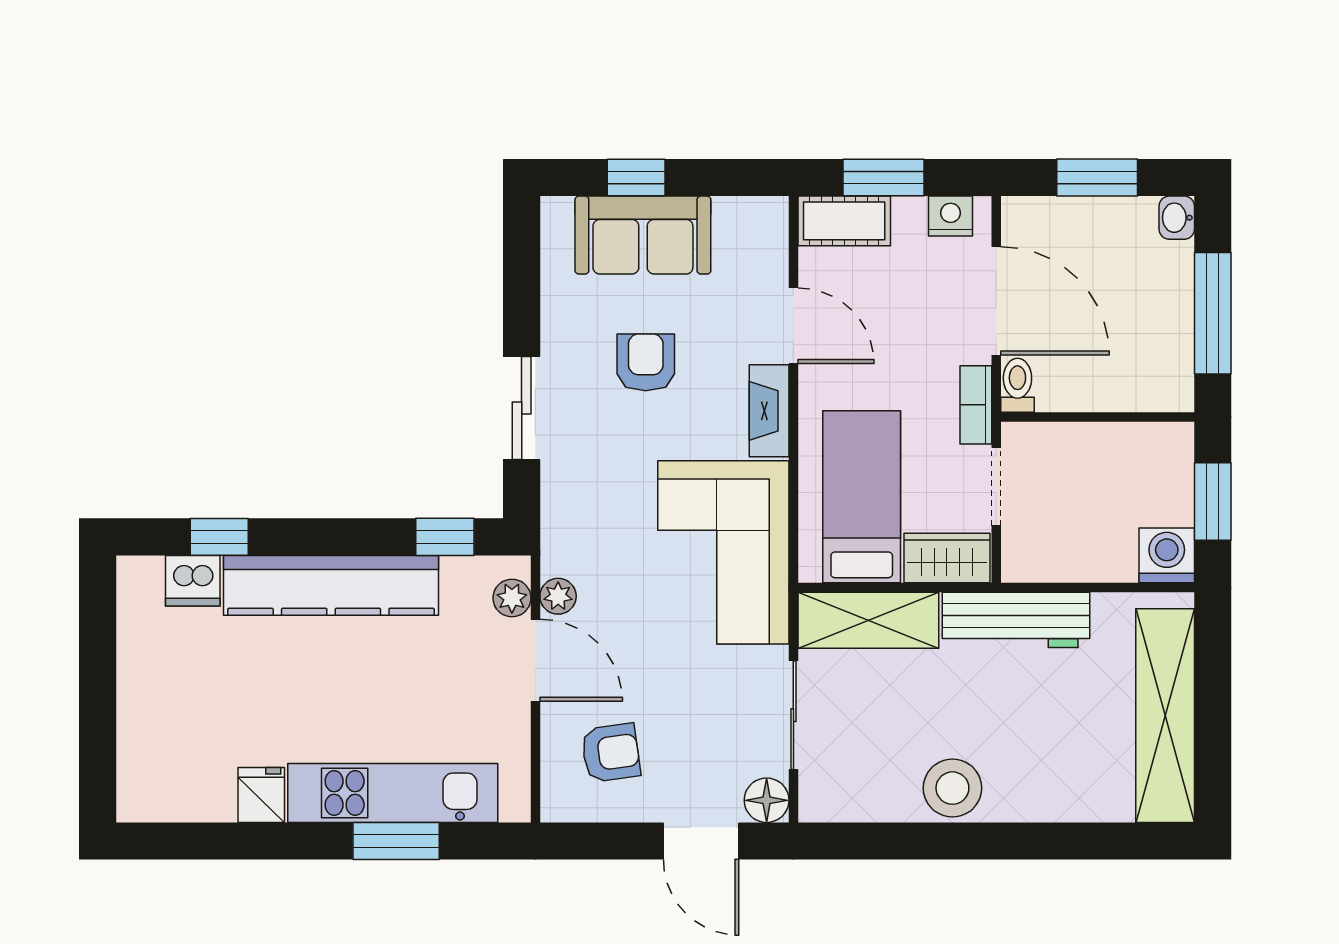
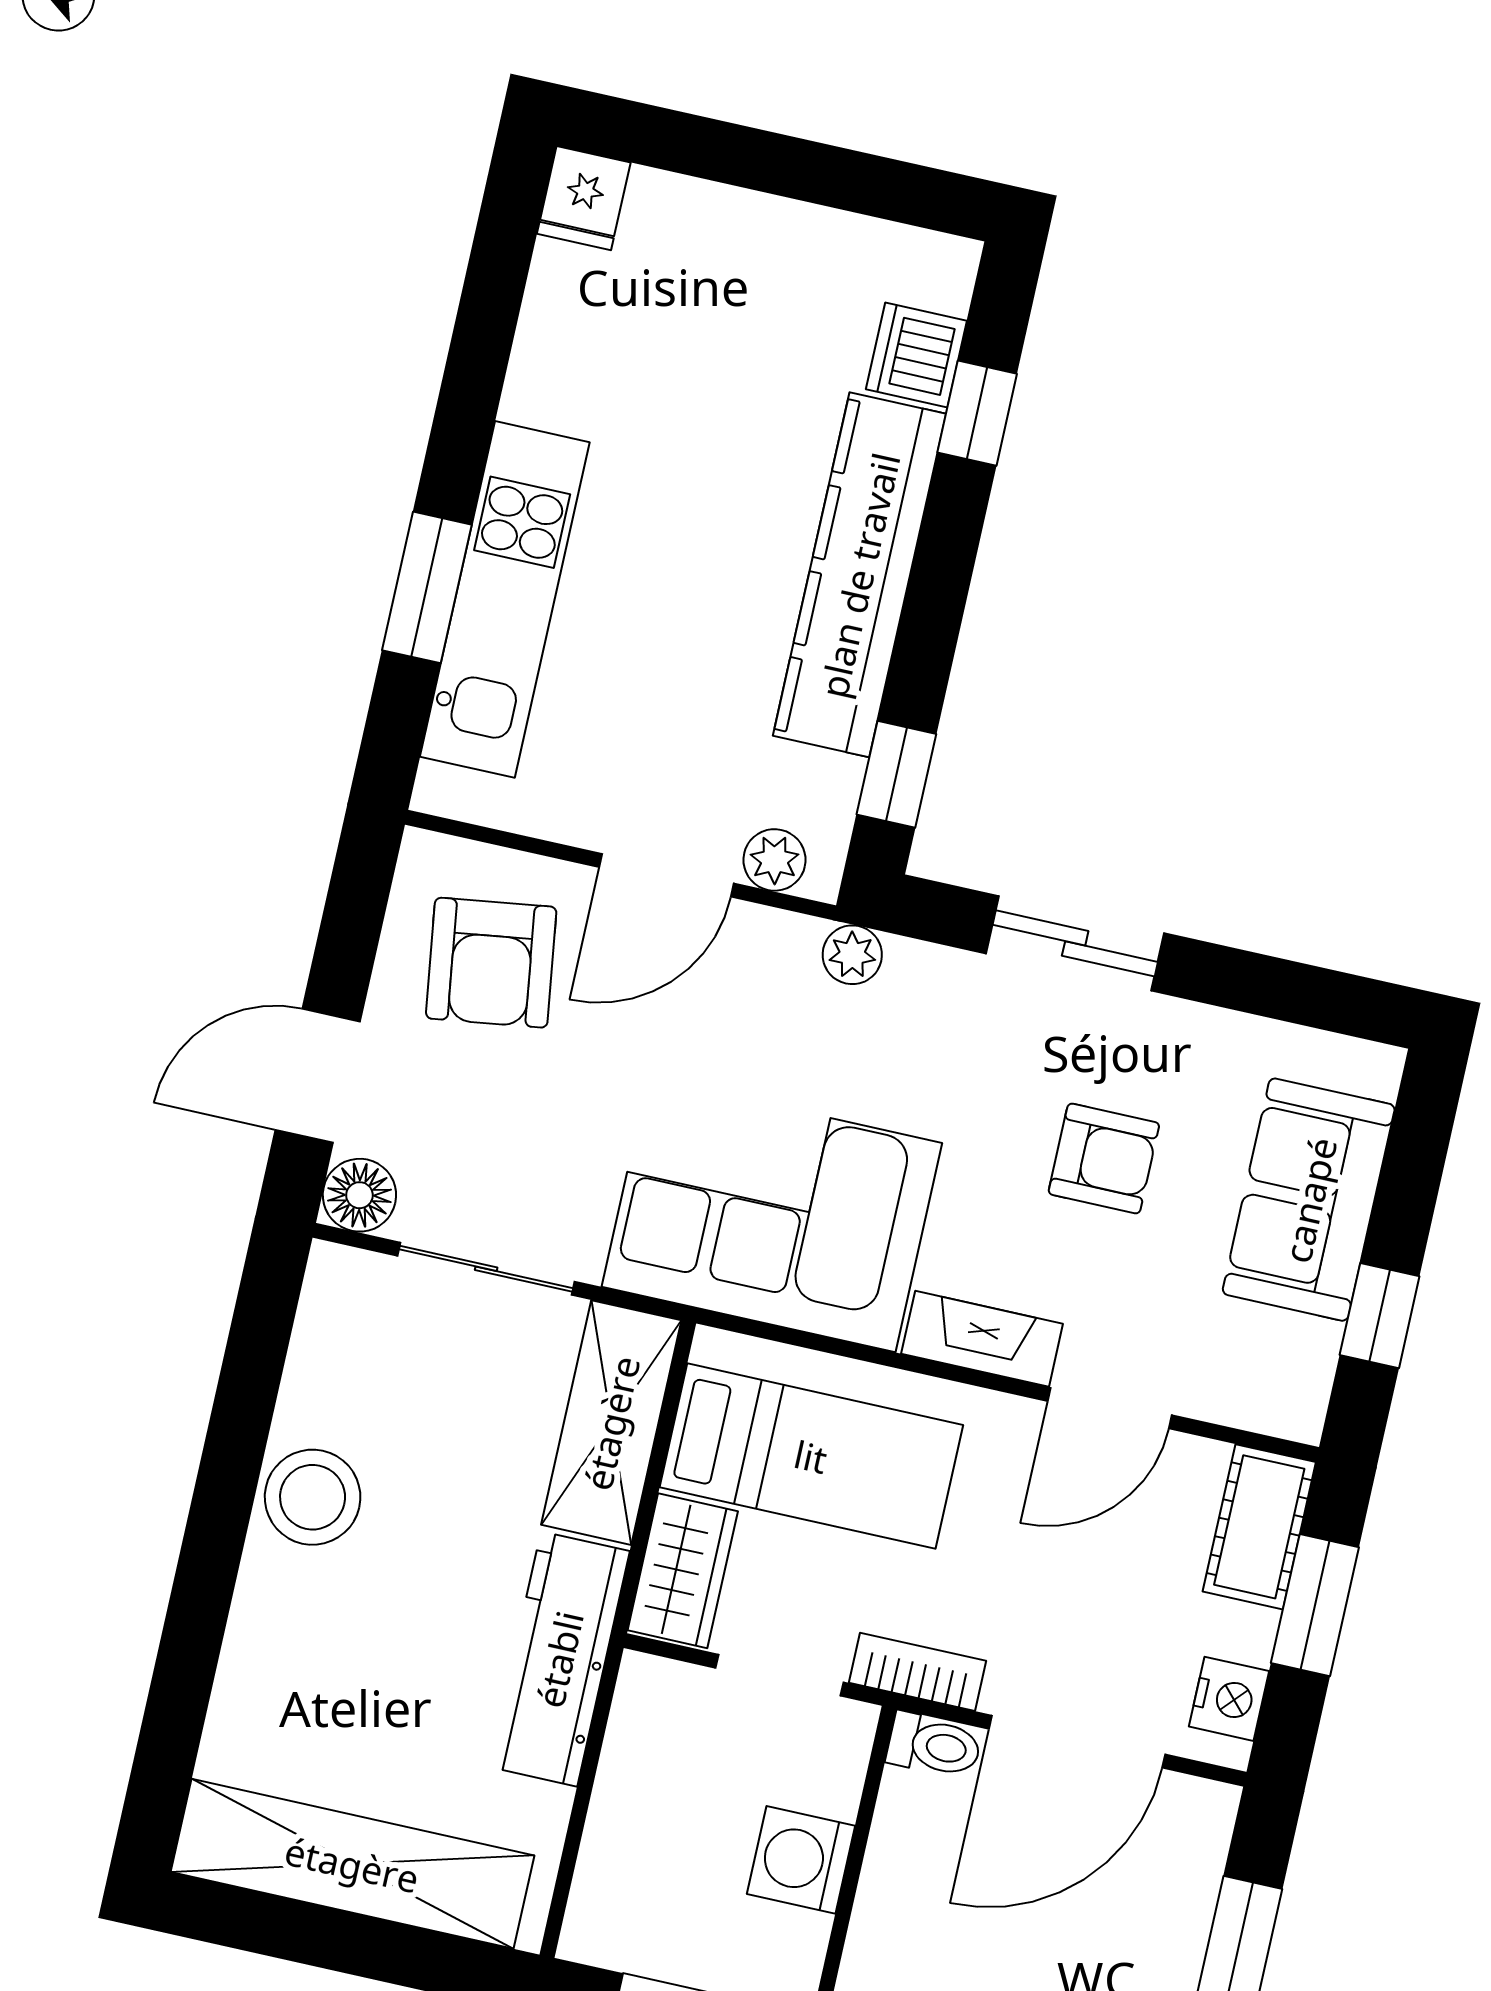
window: (636, 177) -> (1380, 1316), moved
washing machine: (1167, 555) -> (801, 1860), moved, turned 180
plant: (558, 596) -> (852, 955), moved
armchair: (611, 753) -> (491, 963), width x1.38, depth x1.38
fridge: (261, 795) -> (584, 198), moved, turned 90

